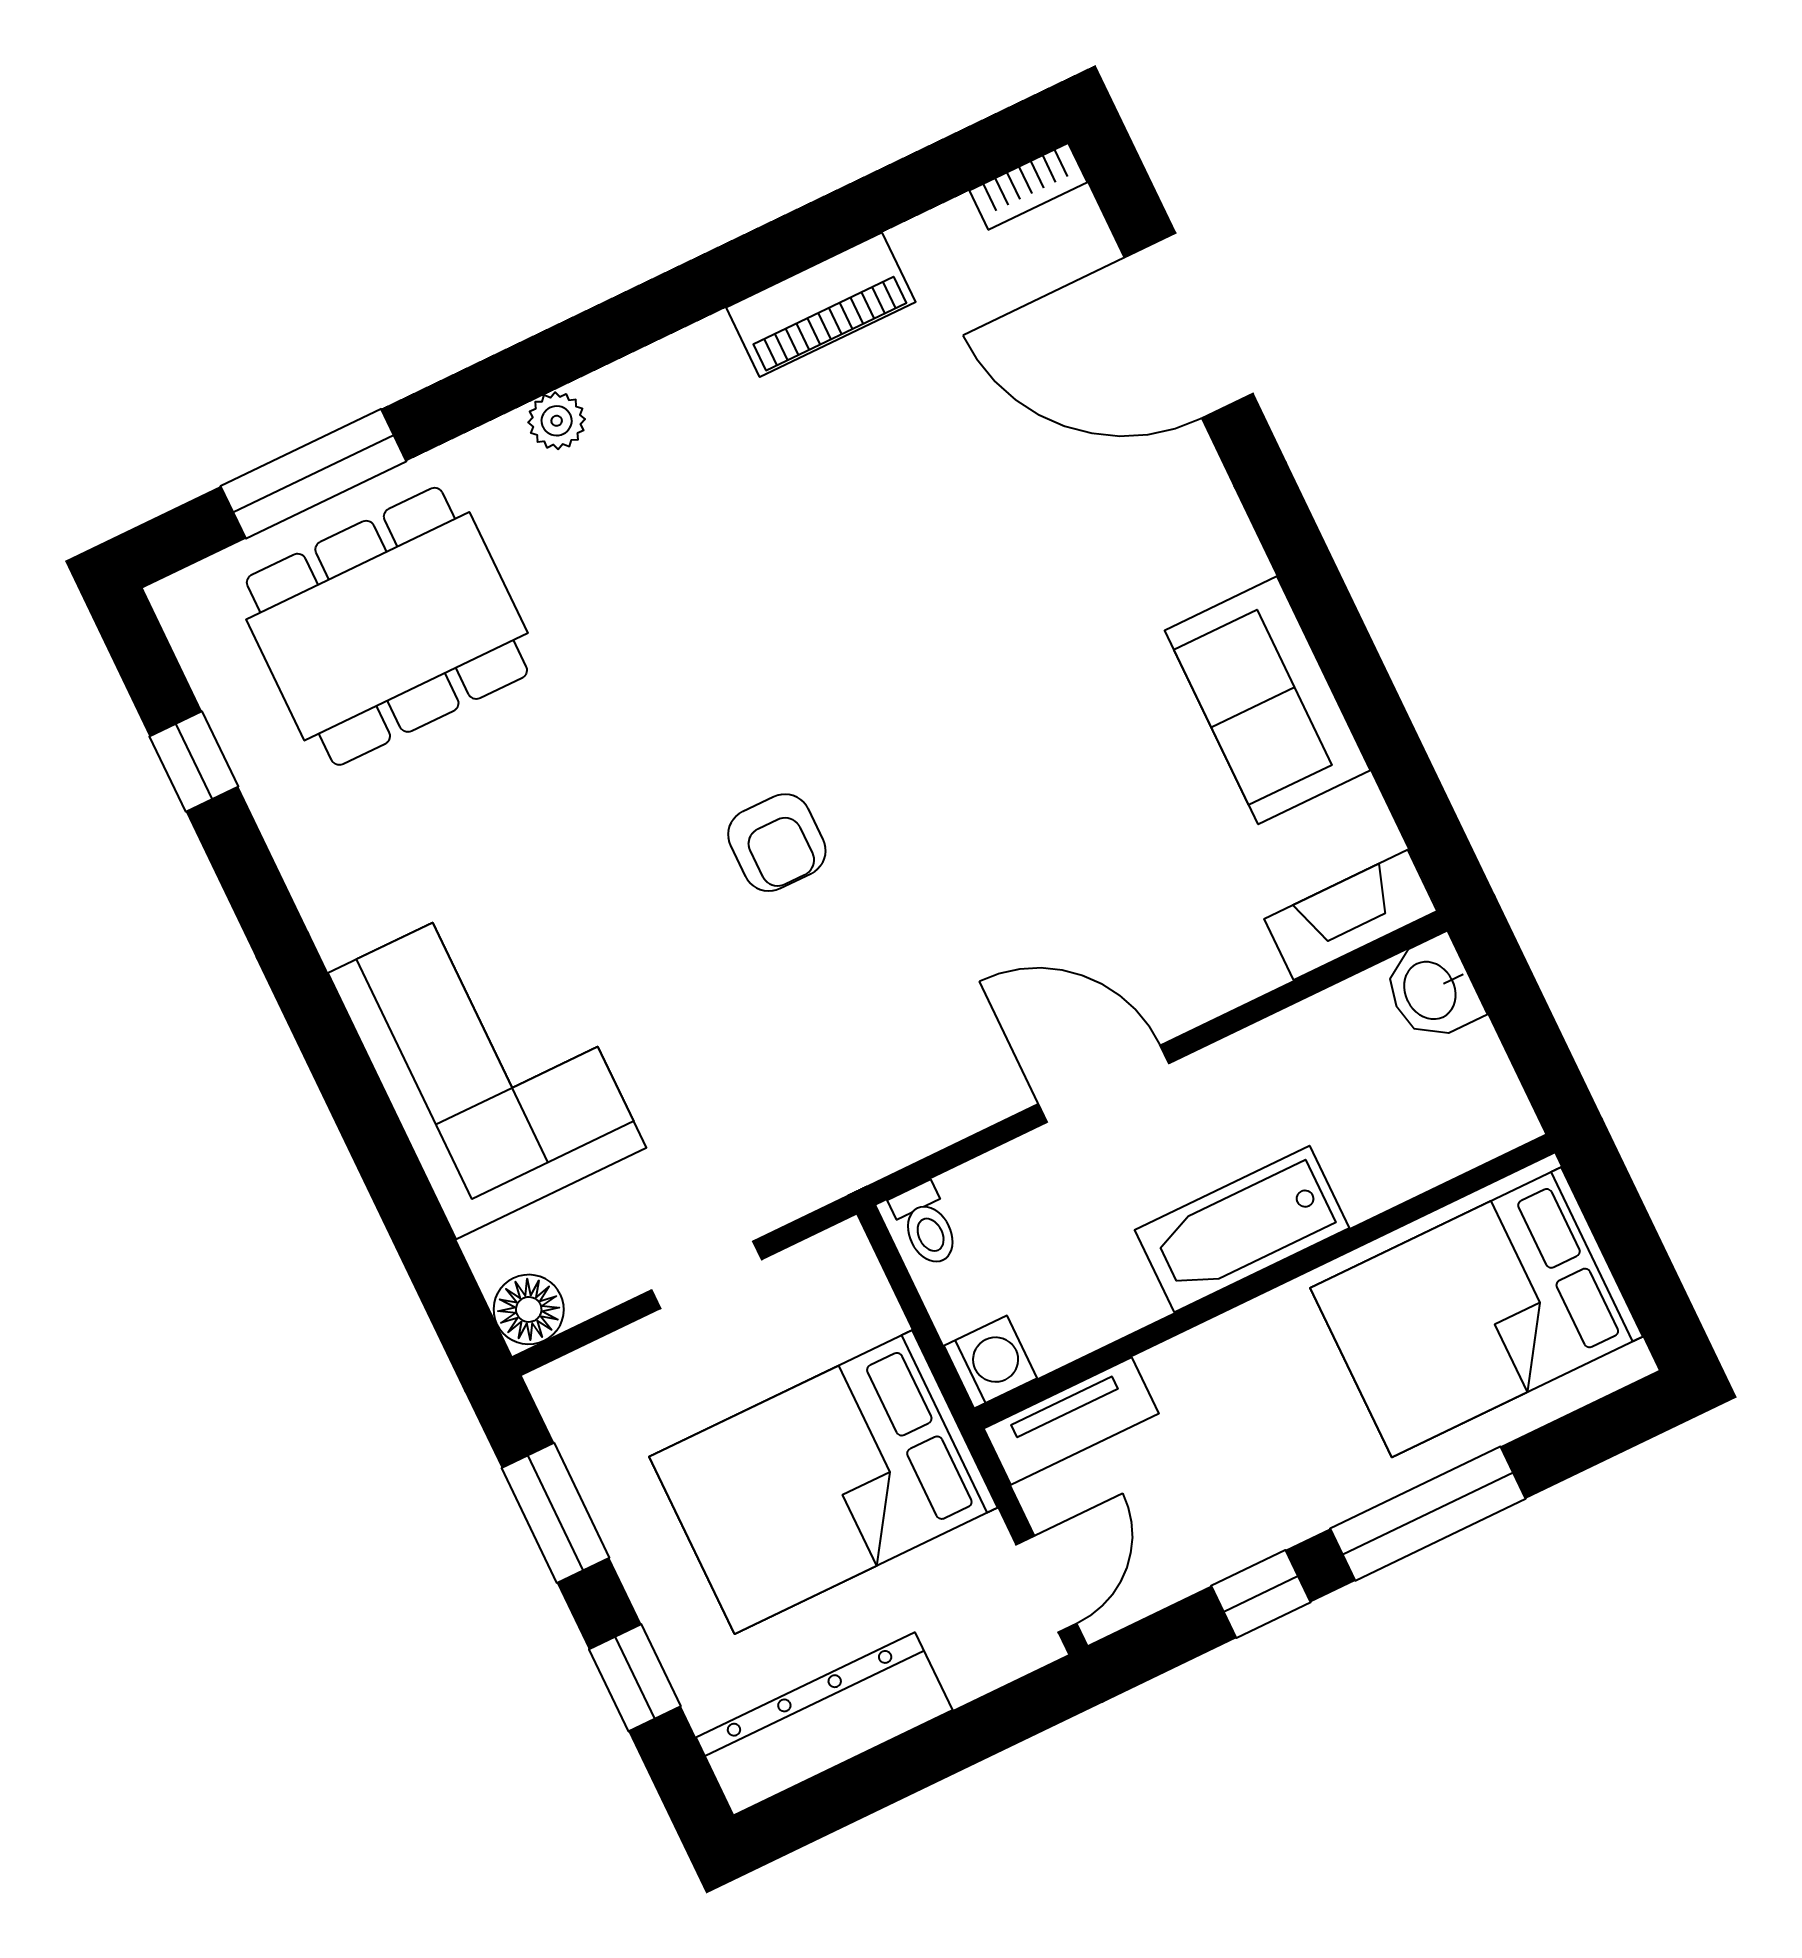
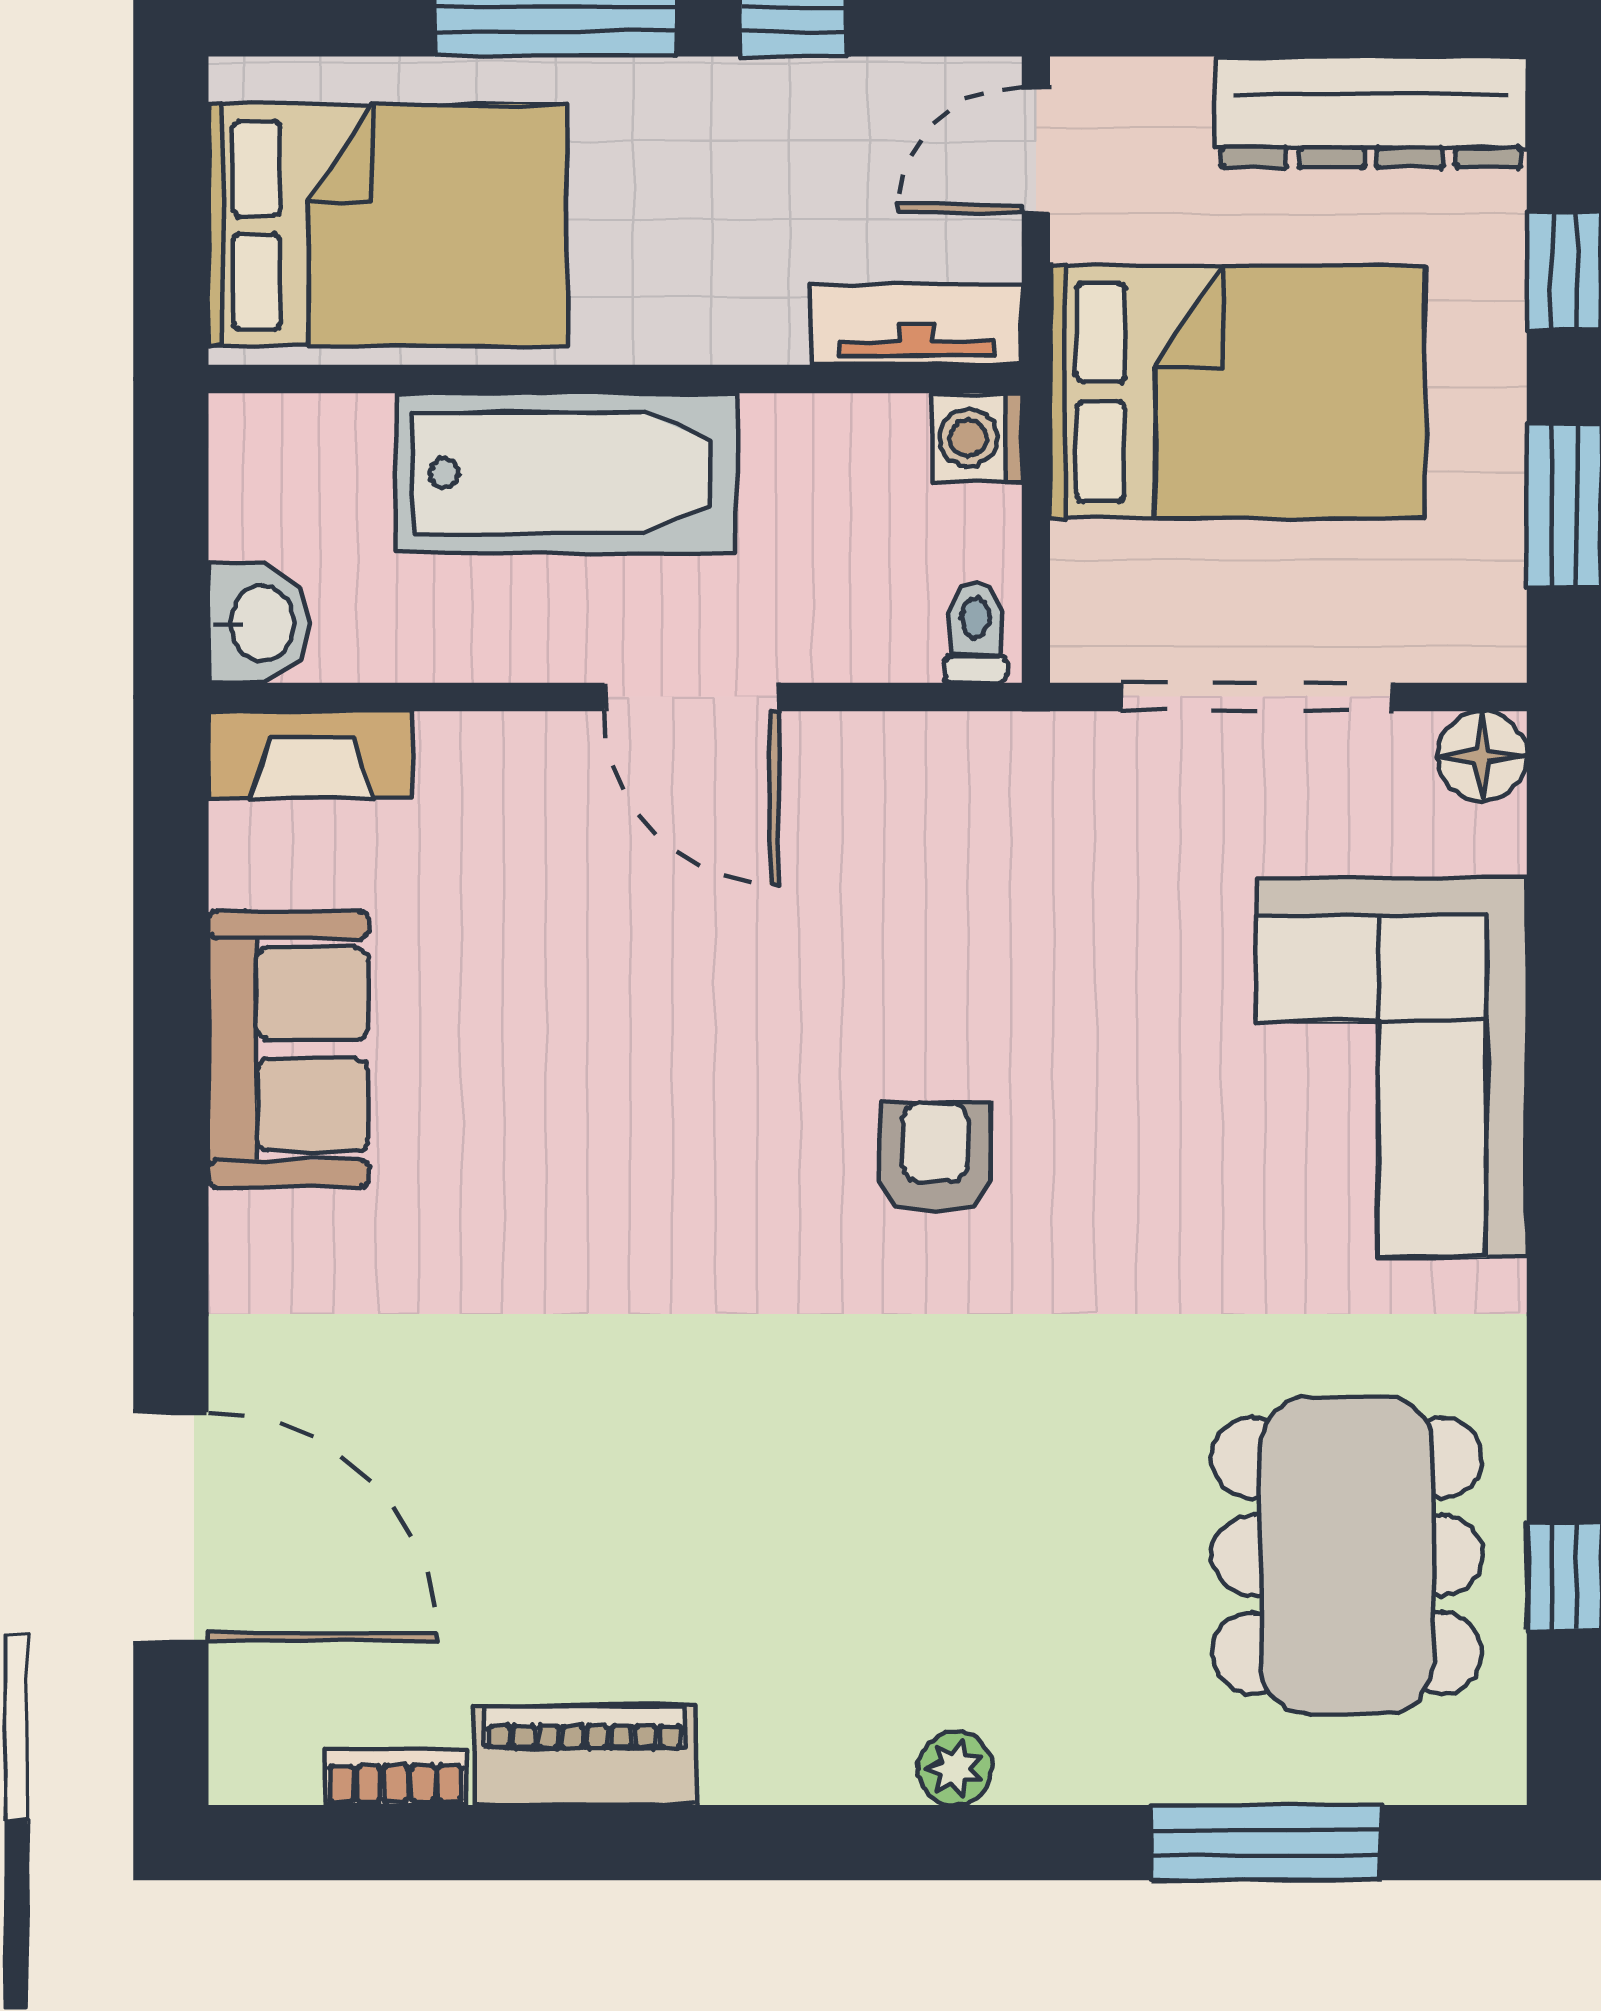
bookcase: (1028, 186) -> (396, 1777), moved
dining table: (387, 626) -> (1347, 1555), moved, turned 90
bathtub: (1242, 1229) -> (567, 473), width x1.36, depth x1.36
doorway: (707, 1275) -> (1257, 697), width x1.87

